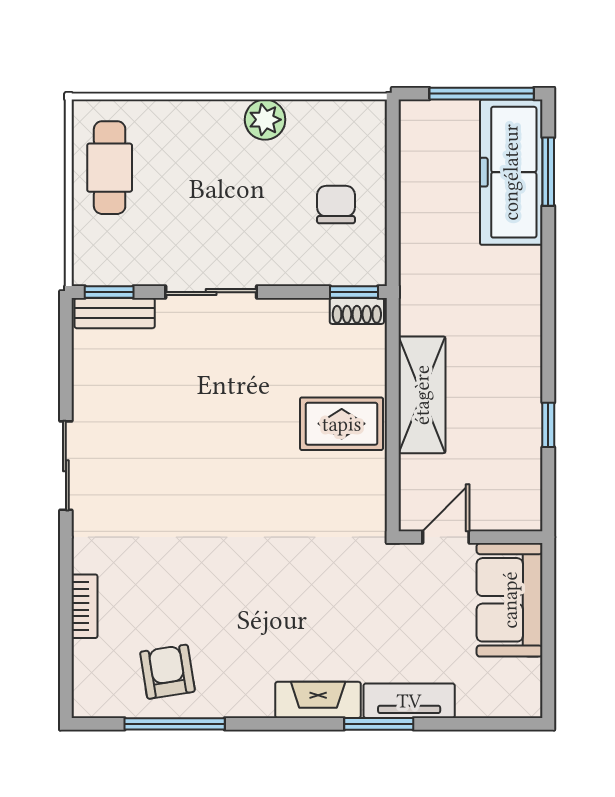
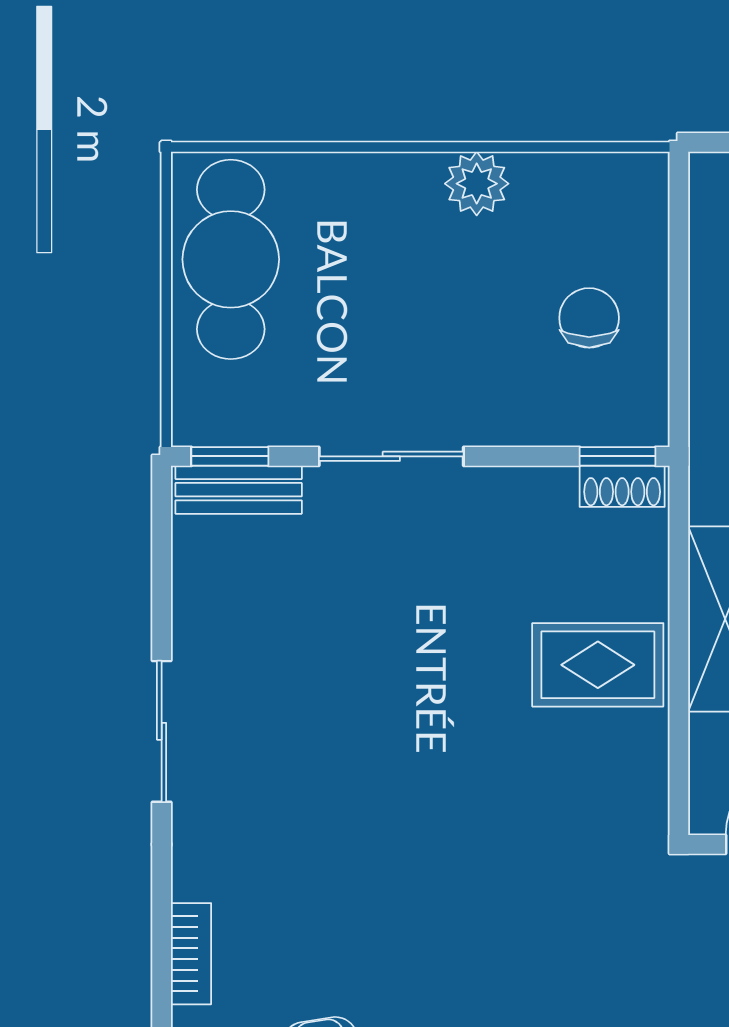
cafe table: (110, 168) -> (231, 259), width x1.37, depth x1.35

